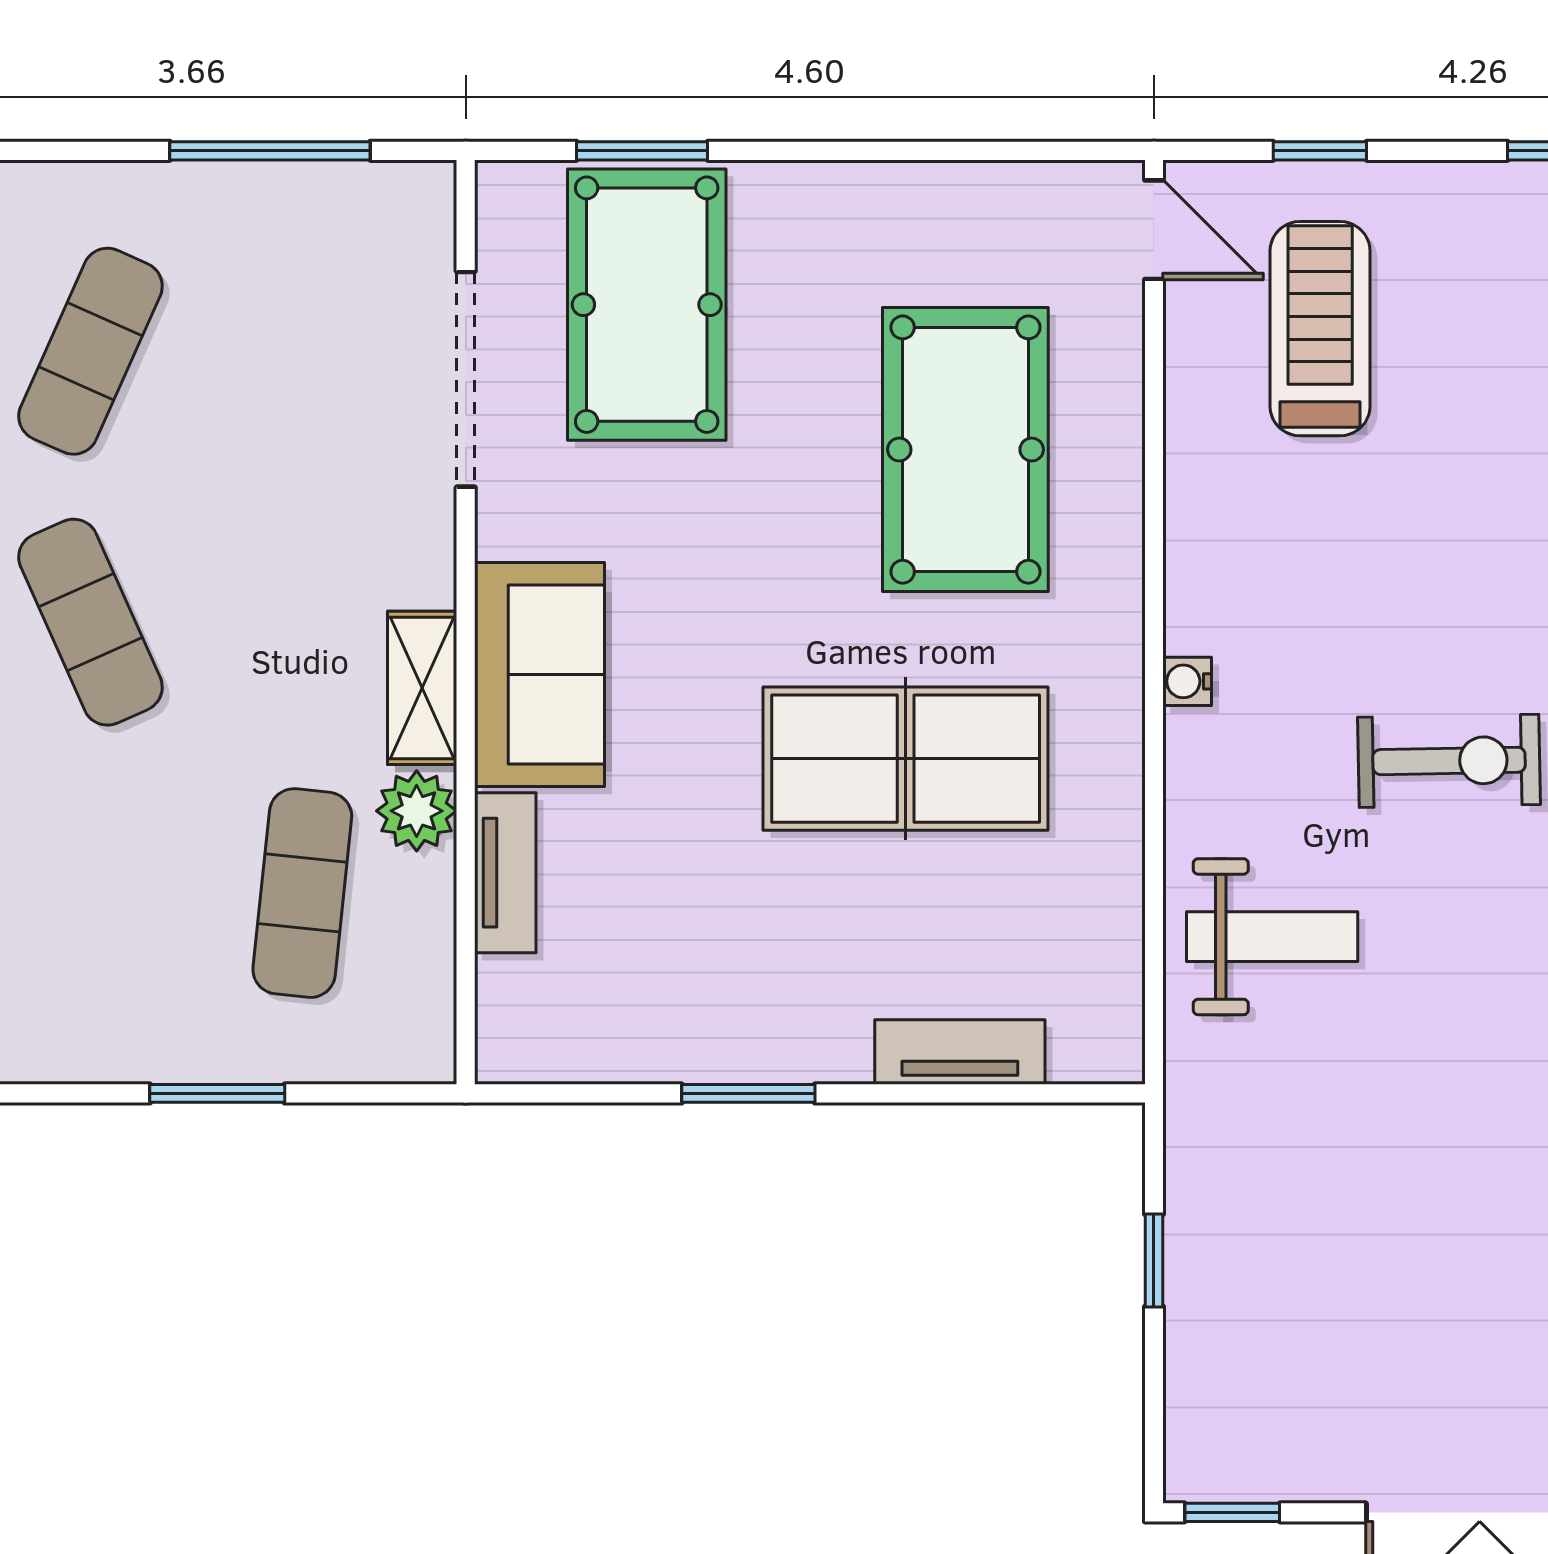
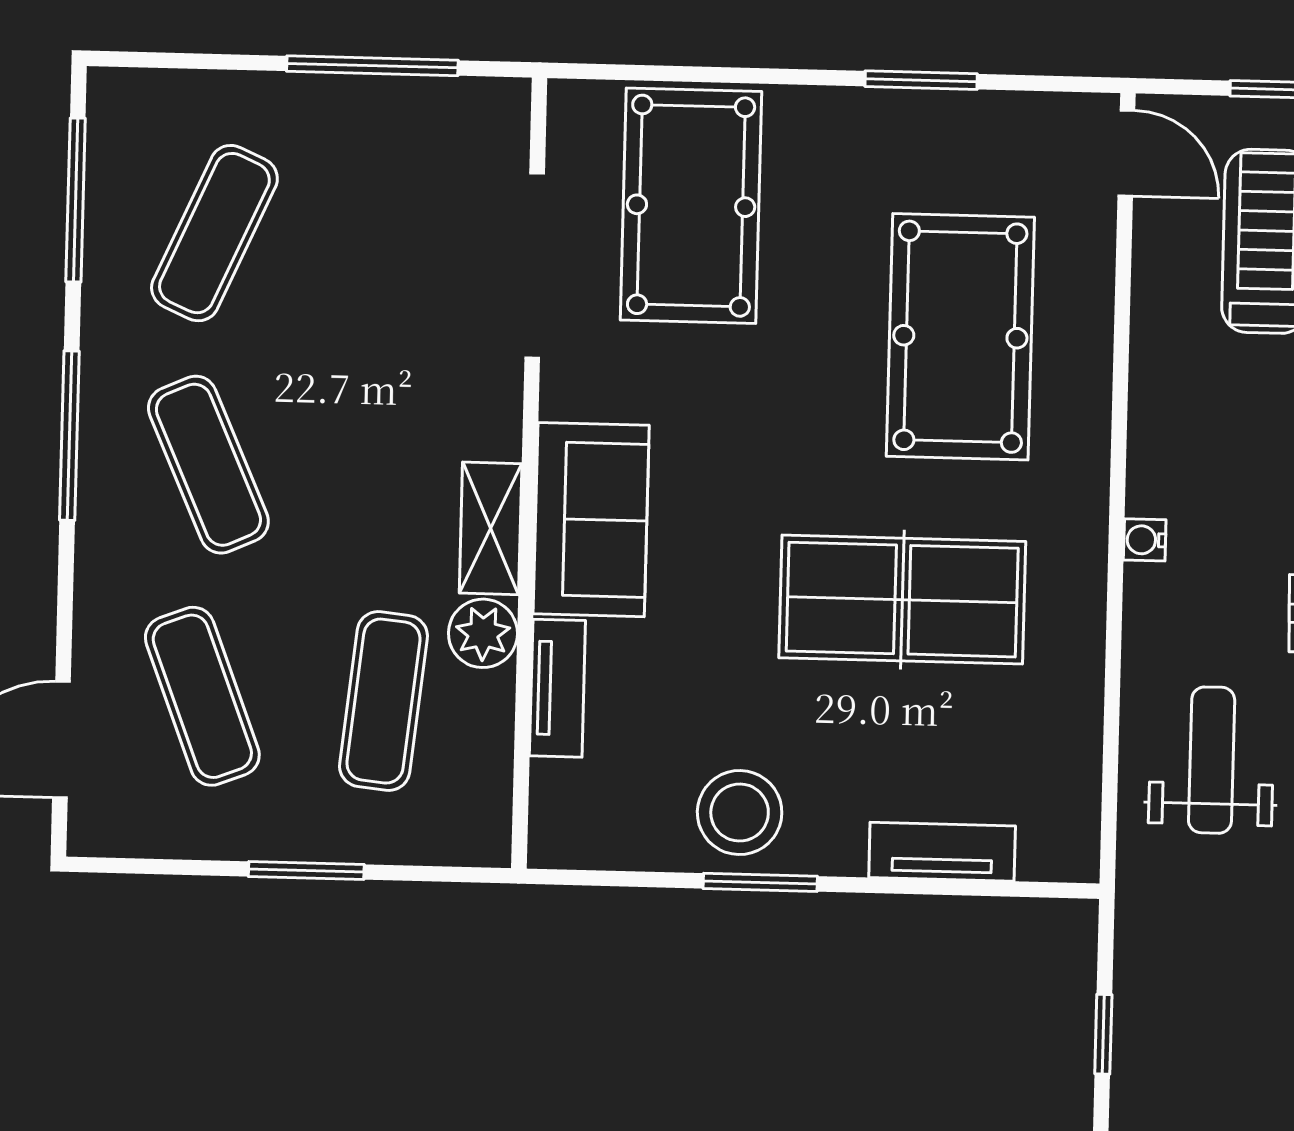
window: (642, 151) -> (921, 80), moved
exercise mat: (90, 893) -> (202, 696), added
weight bench: (1272, 937) -> (1212, 760), turned -90
stool: (722, 1012) -> (740, 813), added

